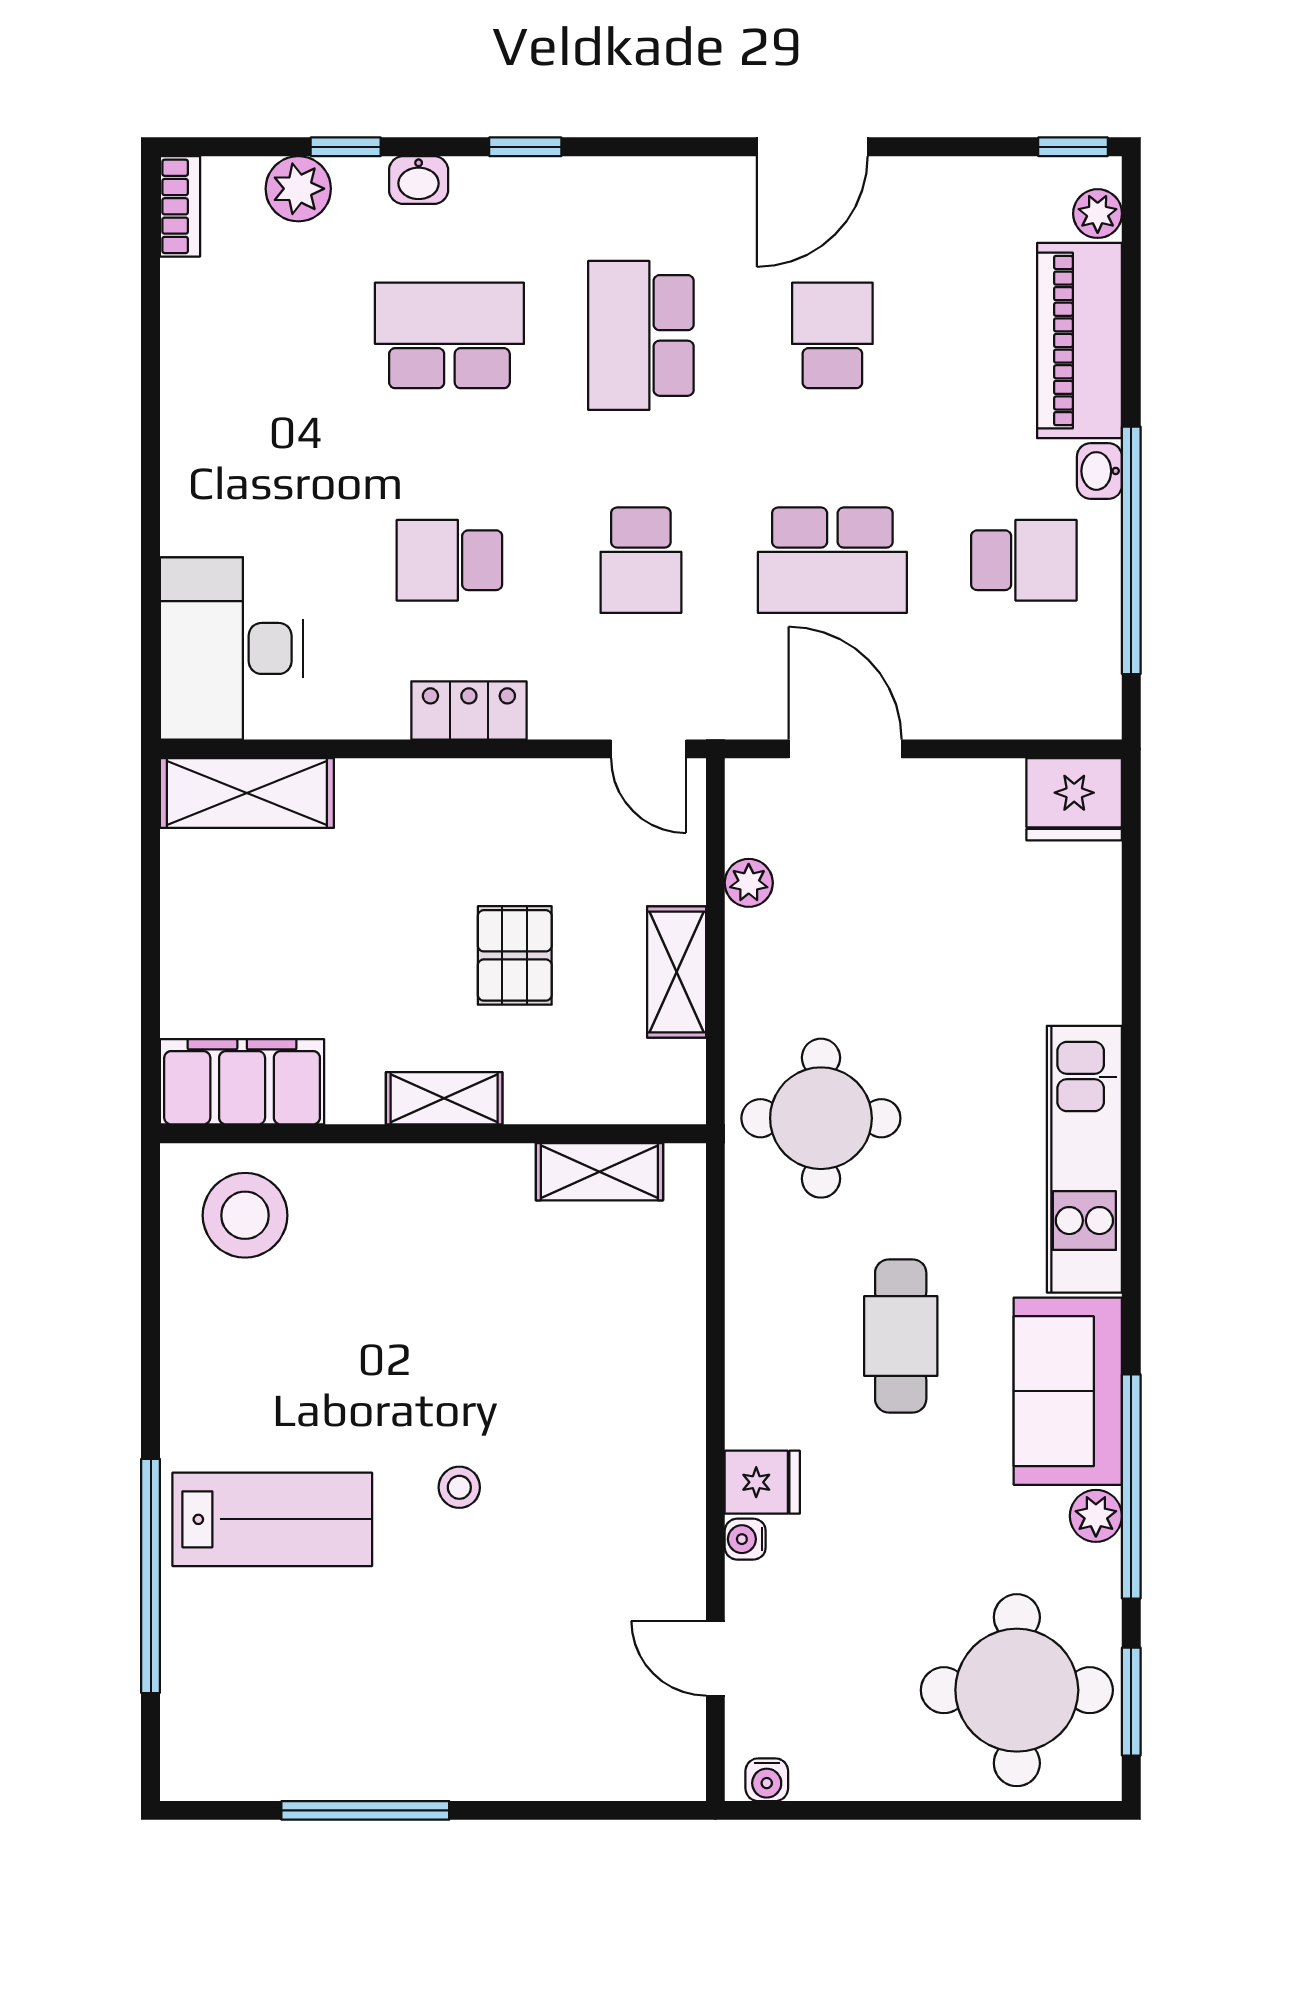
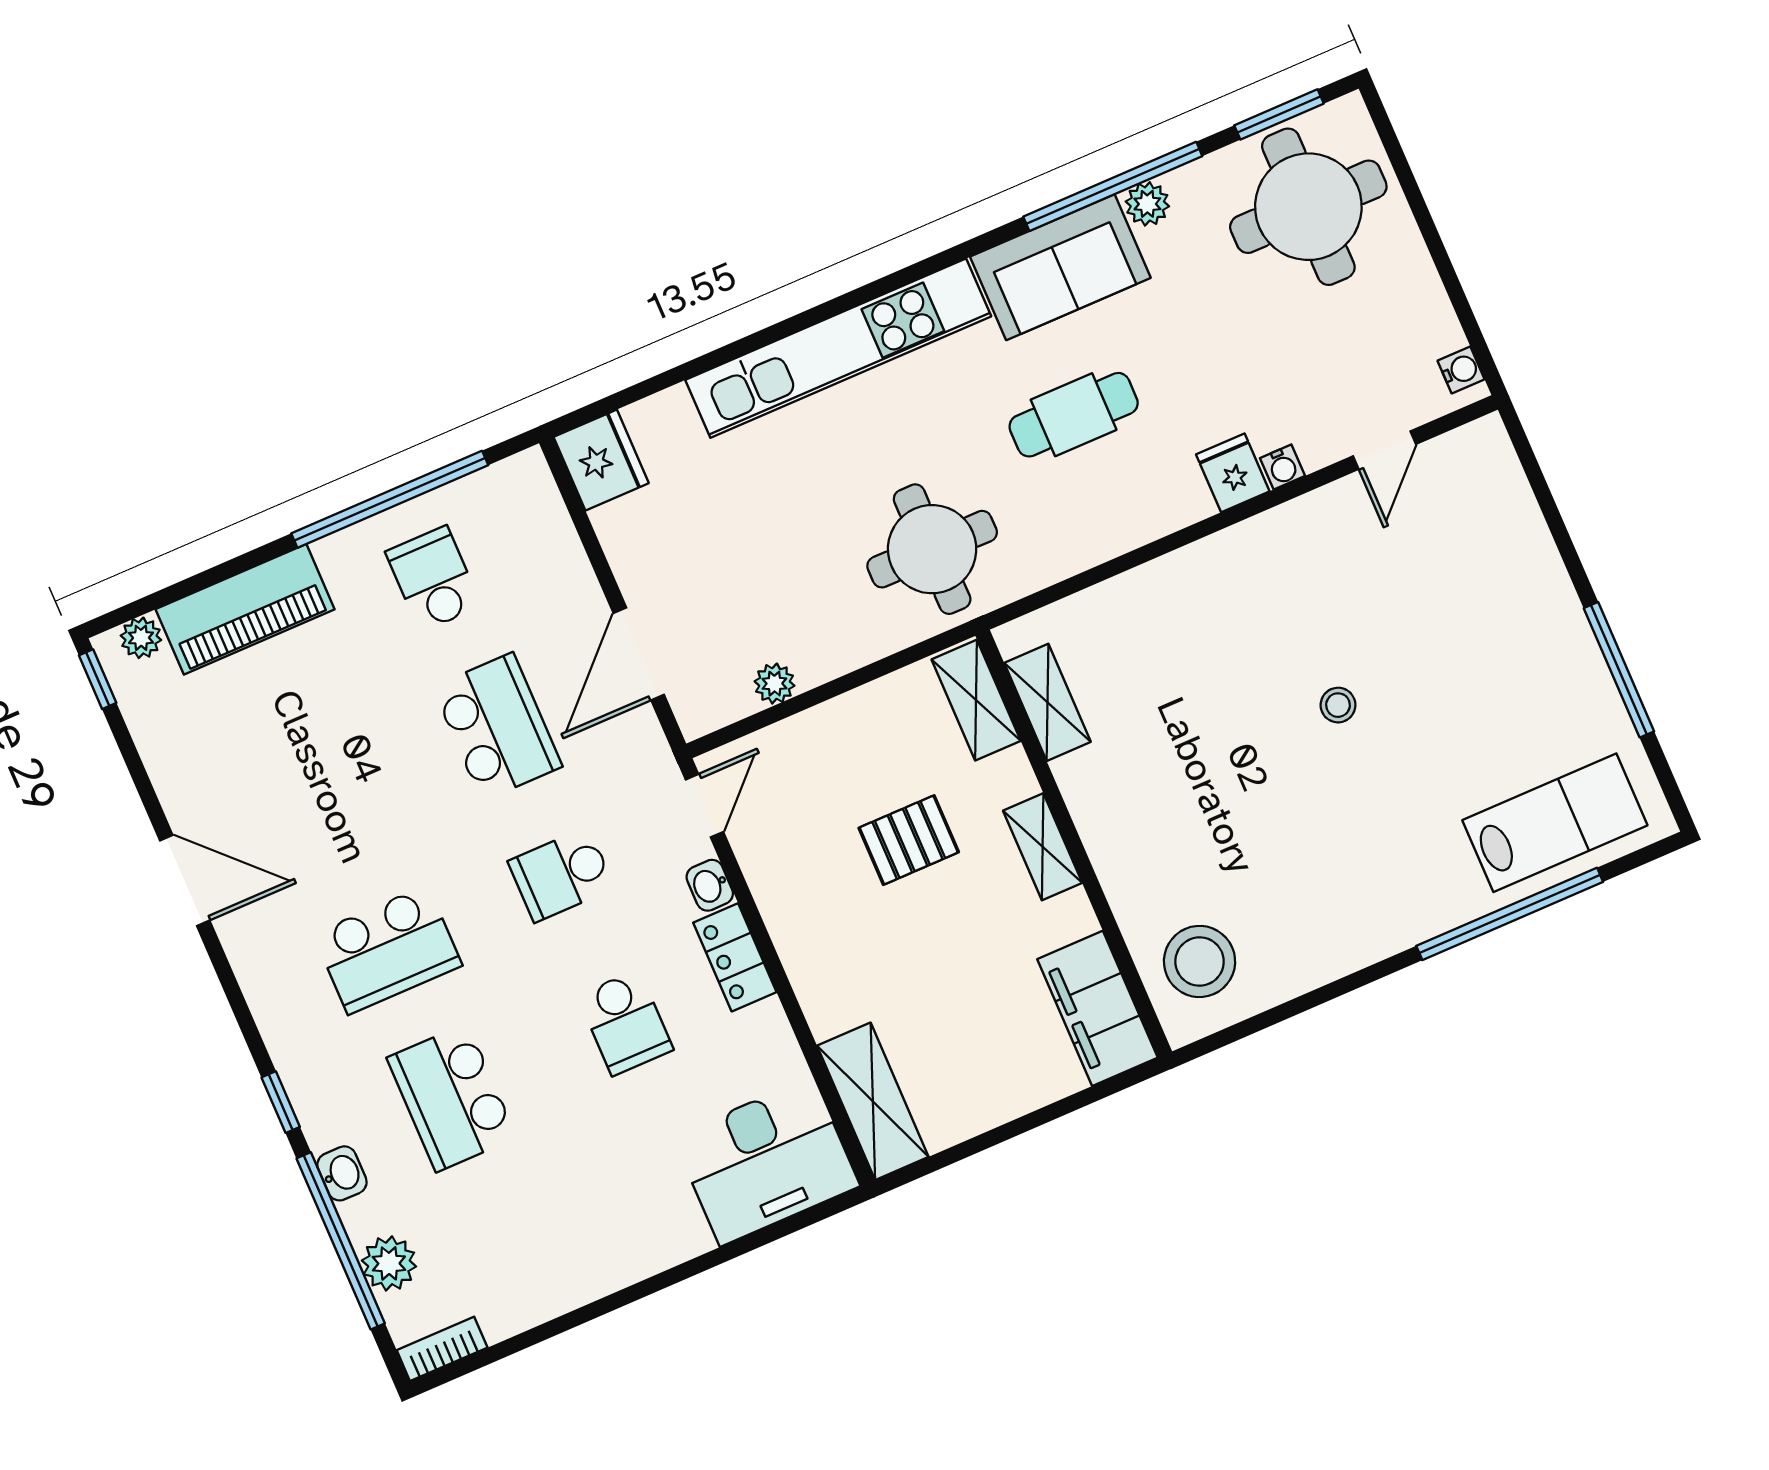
window: (346, 147) -> (341, 1241), width x3.17
school desk: (832, 335) -> (324, 802), removed
washbasin: (1099, 471) -> (710, 885), moved, turned 90
school desk: (641, 560) -> (561, 875), turned 180
shelving: (677, 972) -> (976, 700), moved, turned 90
kitchen unit: (1084, 1159) -> (838, 348), width x1.36
lab bench: (272, 1519) -> (1555, 823), moved, turned 90

